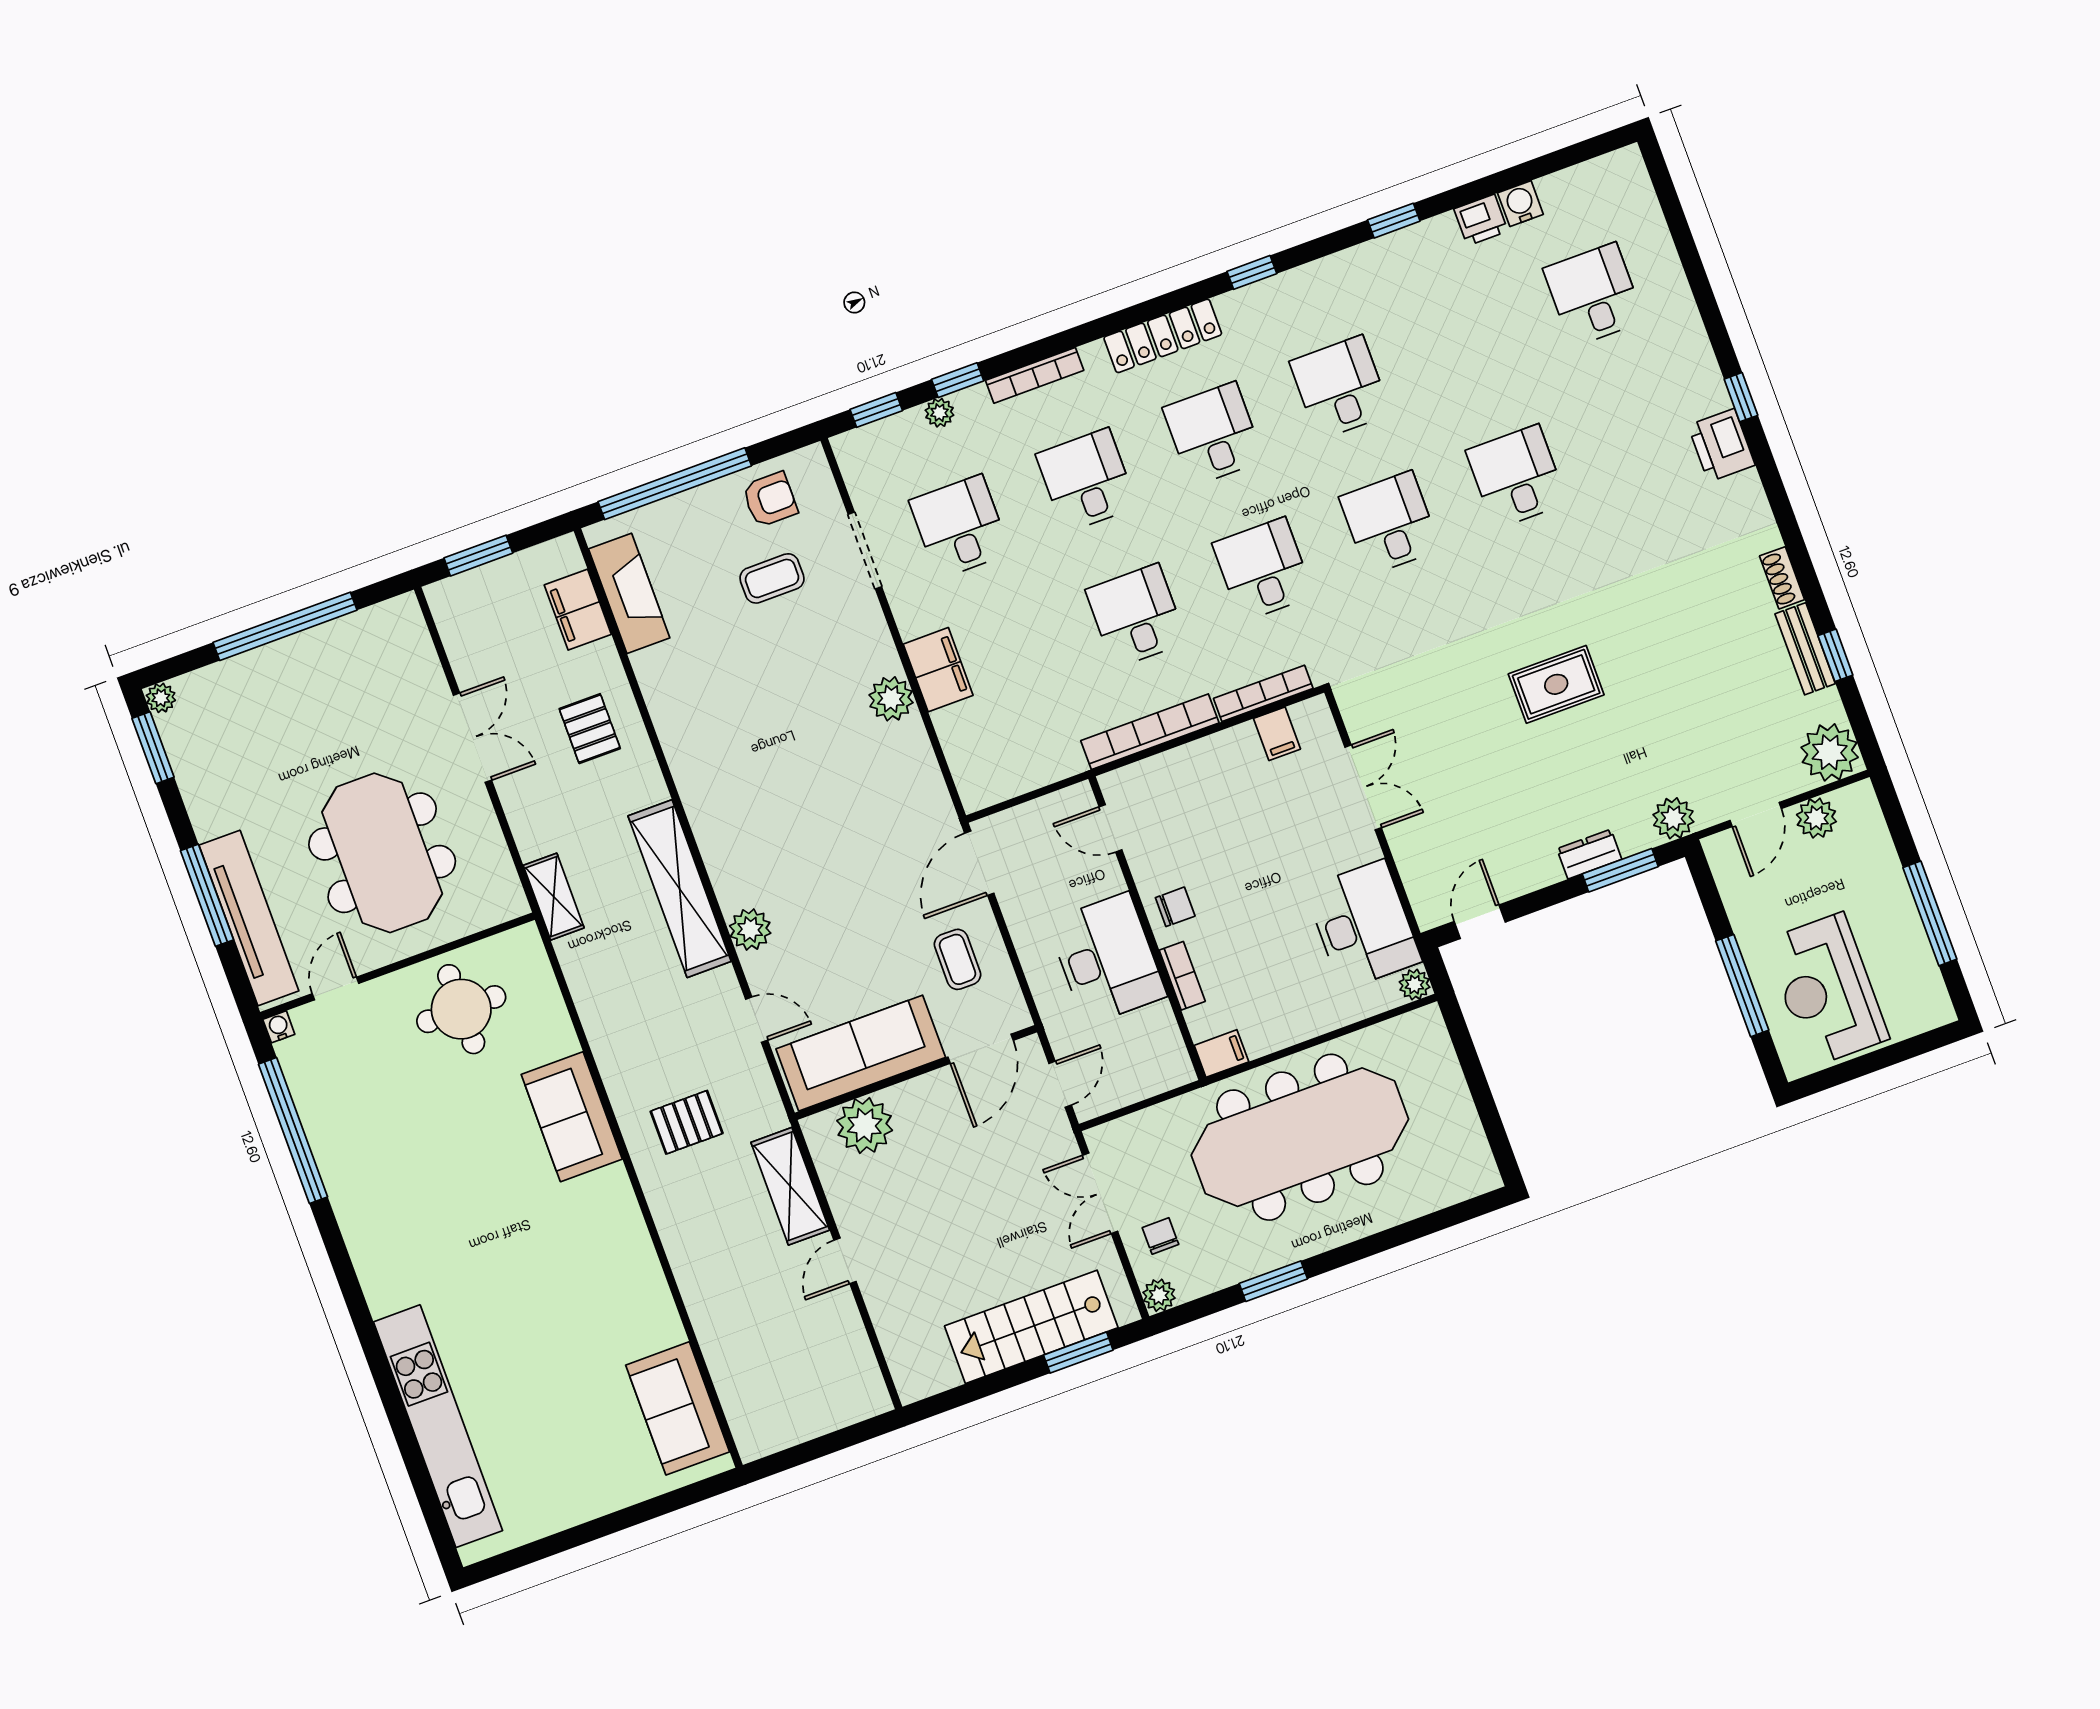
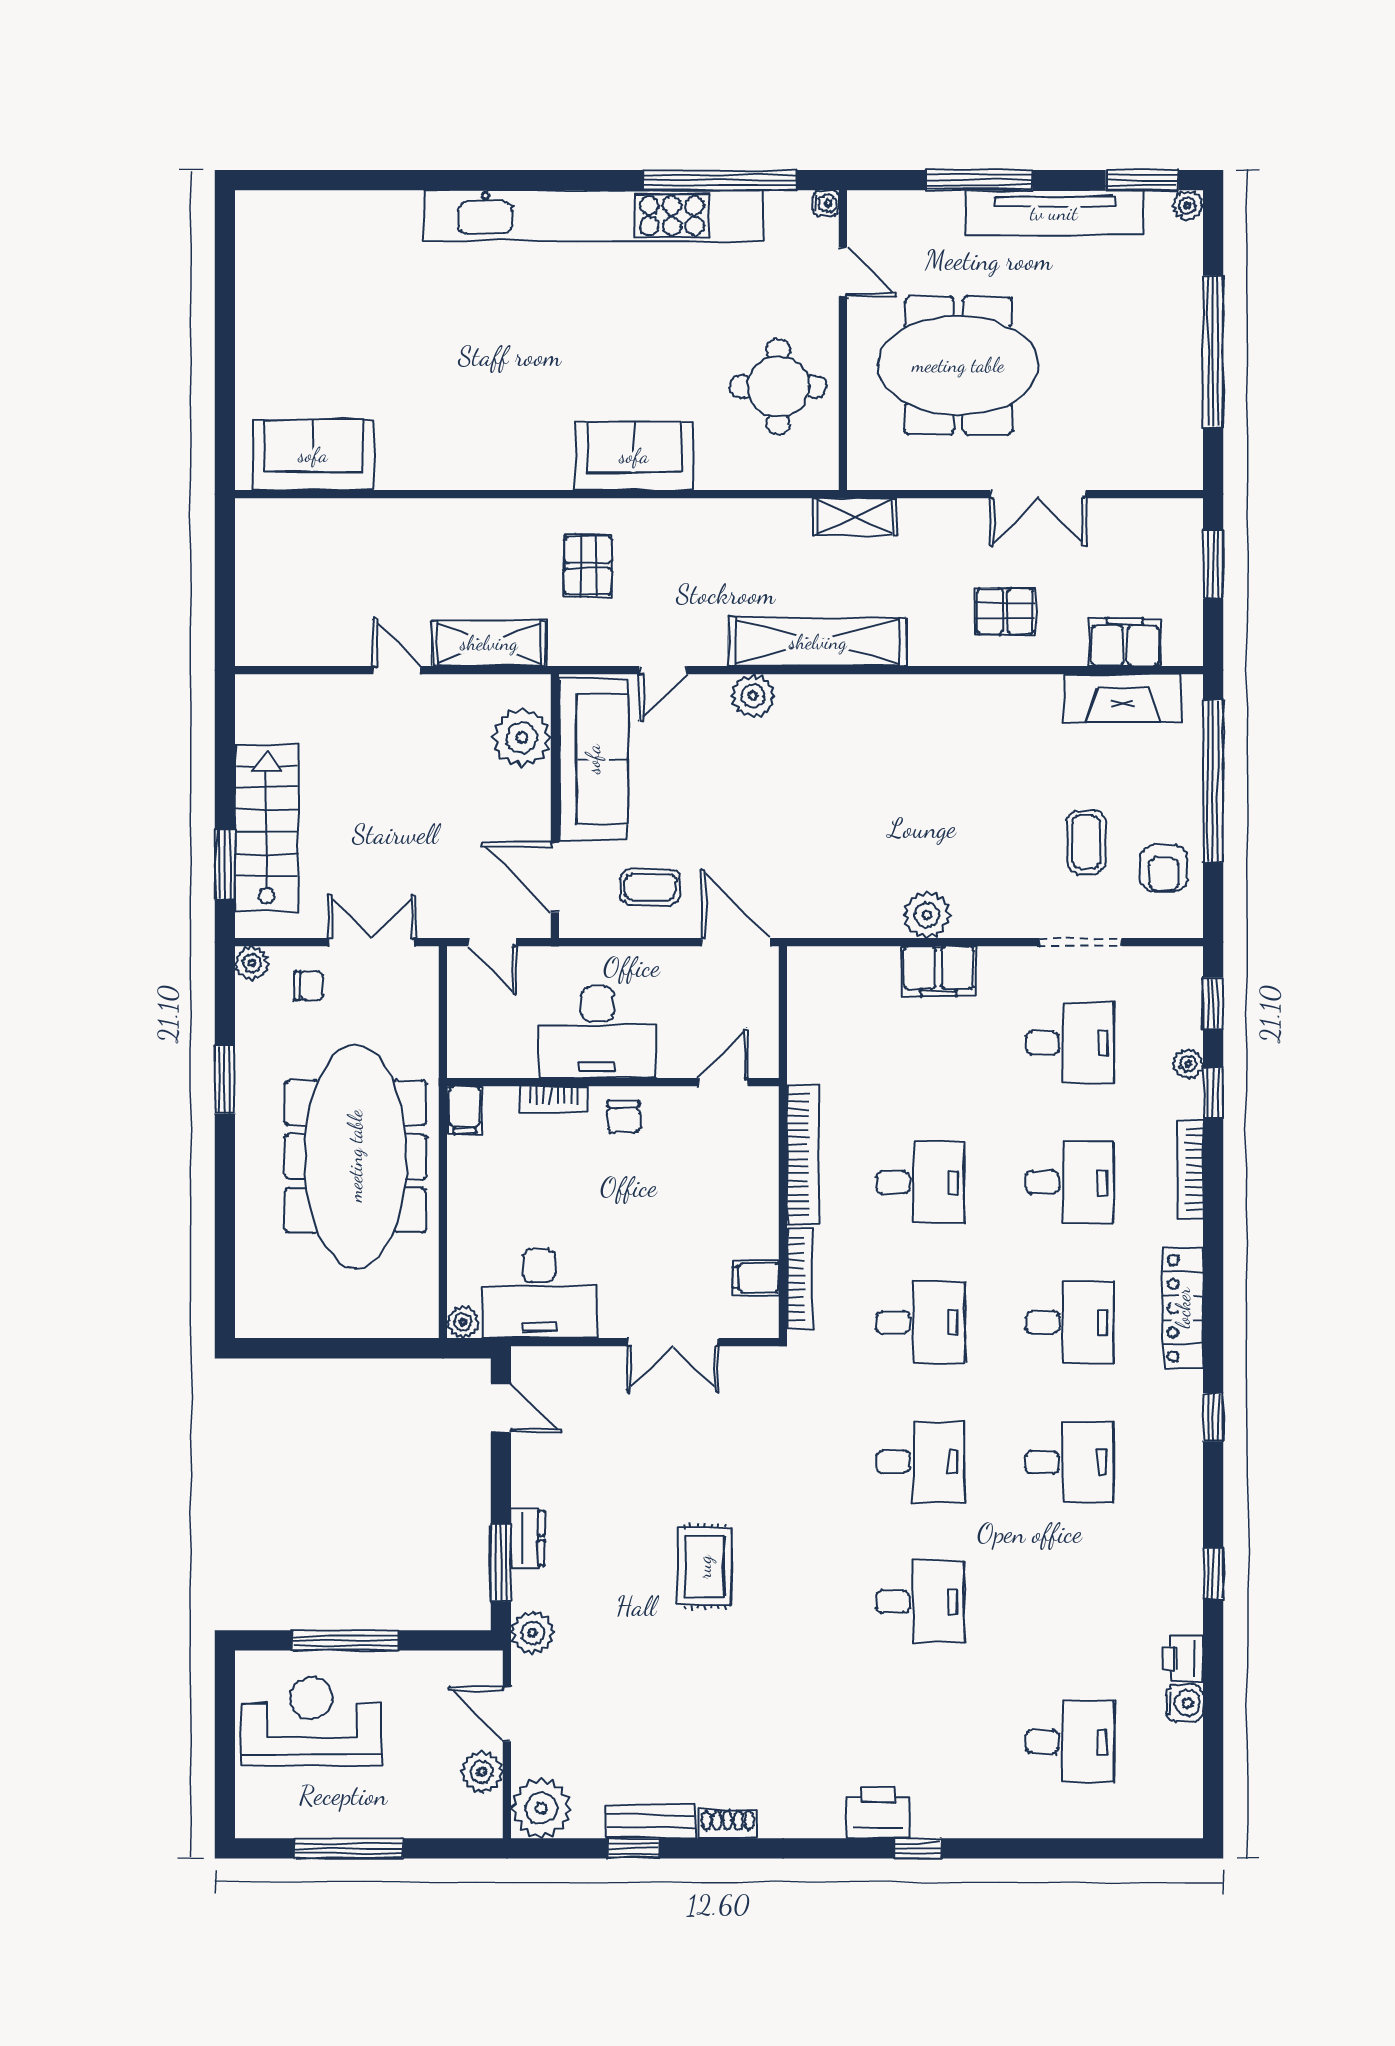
tv unit: (249, 918) -> (1054, 213), moved
kitchen unit: (438, 1426) -> (594, 216), moved, width x1.36

